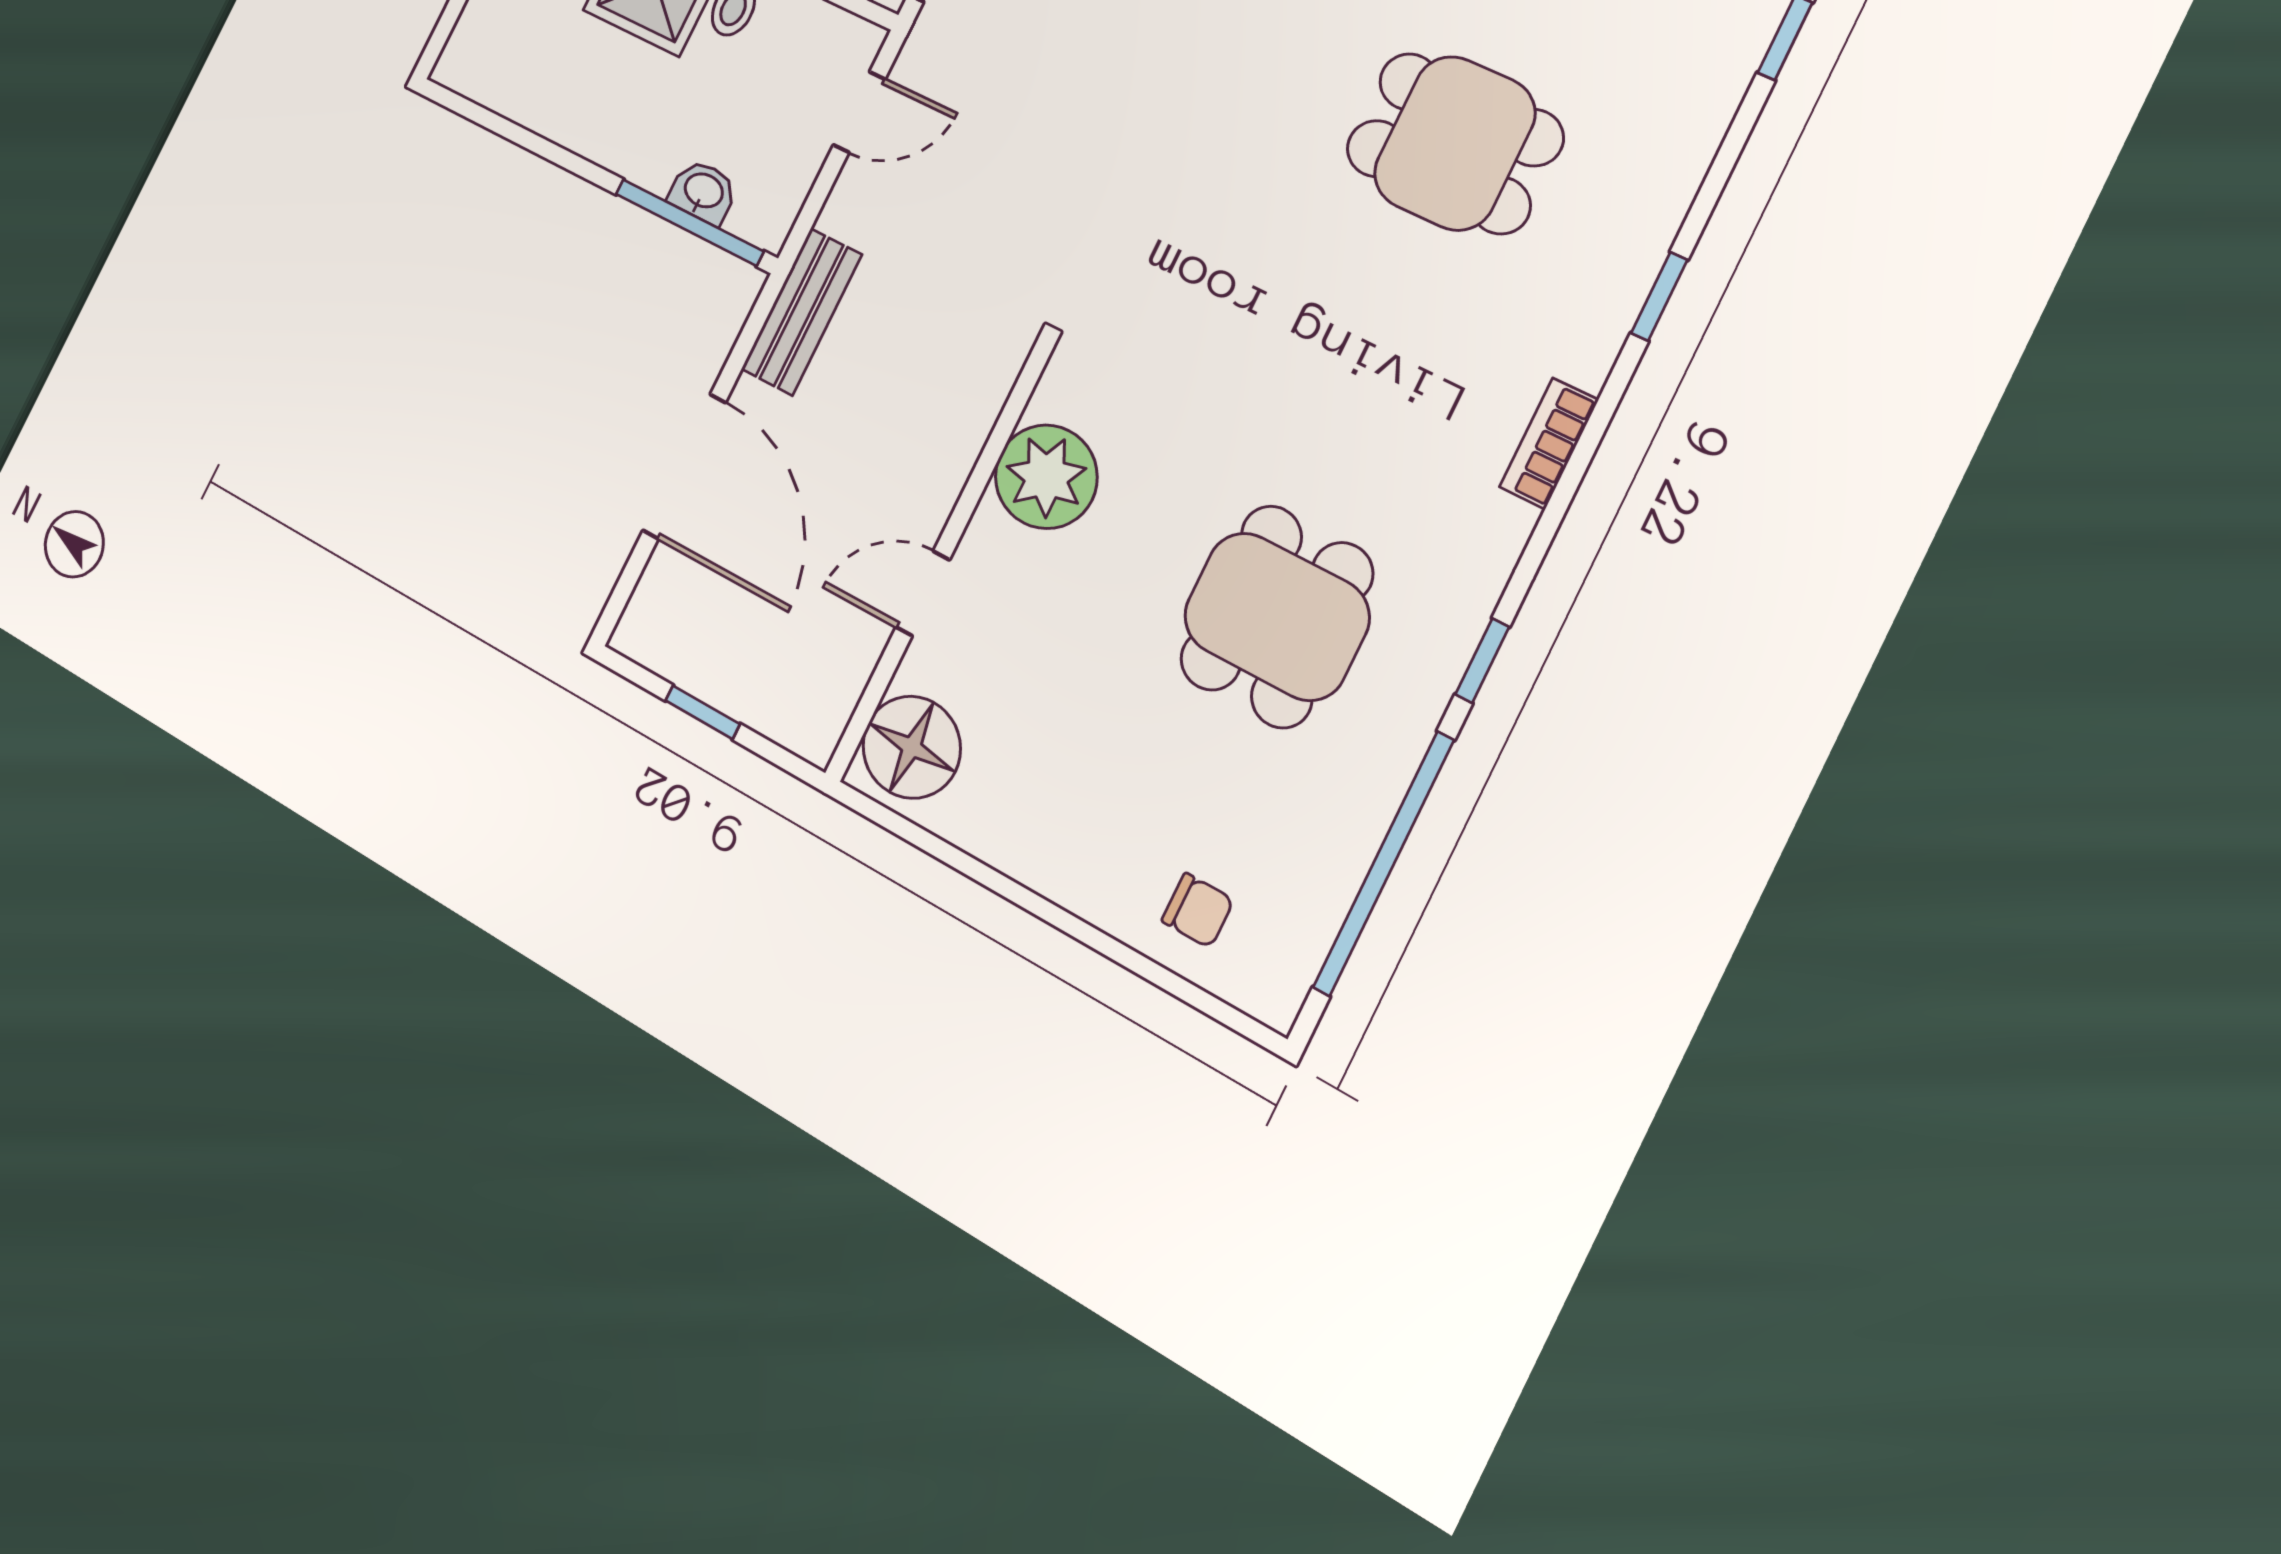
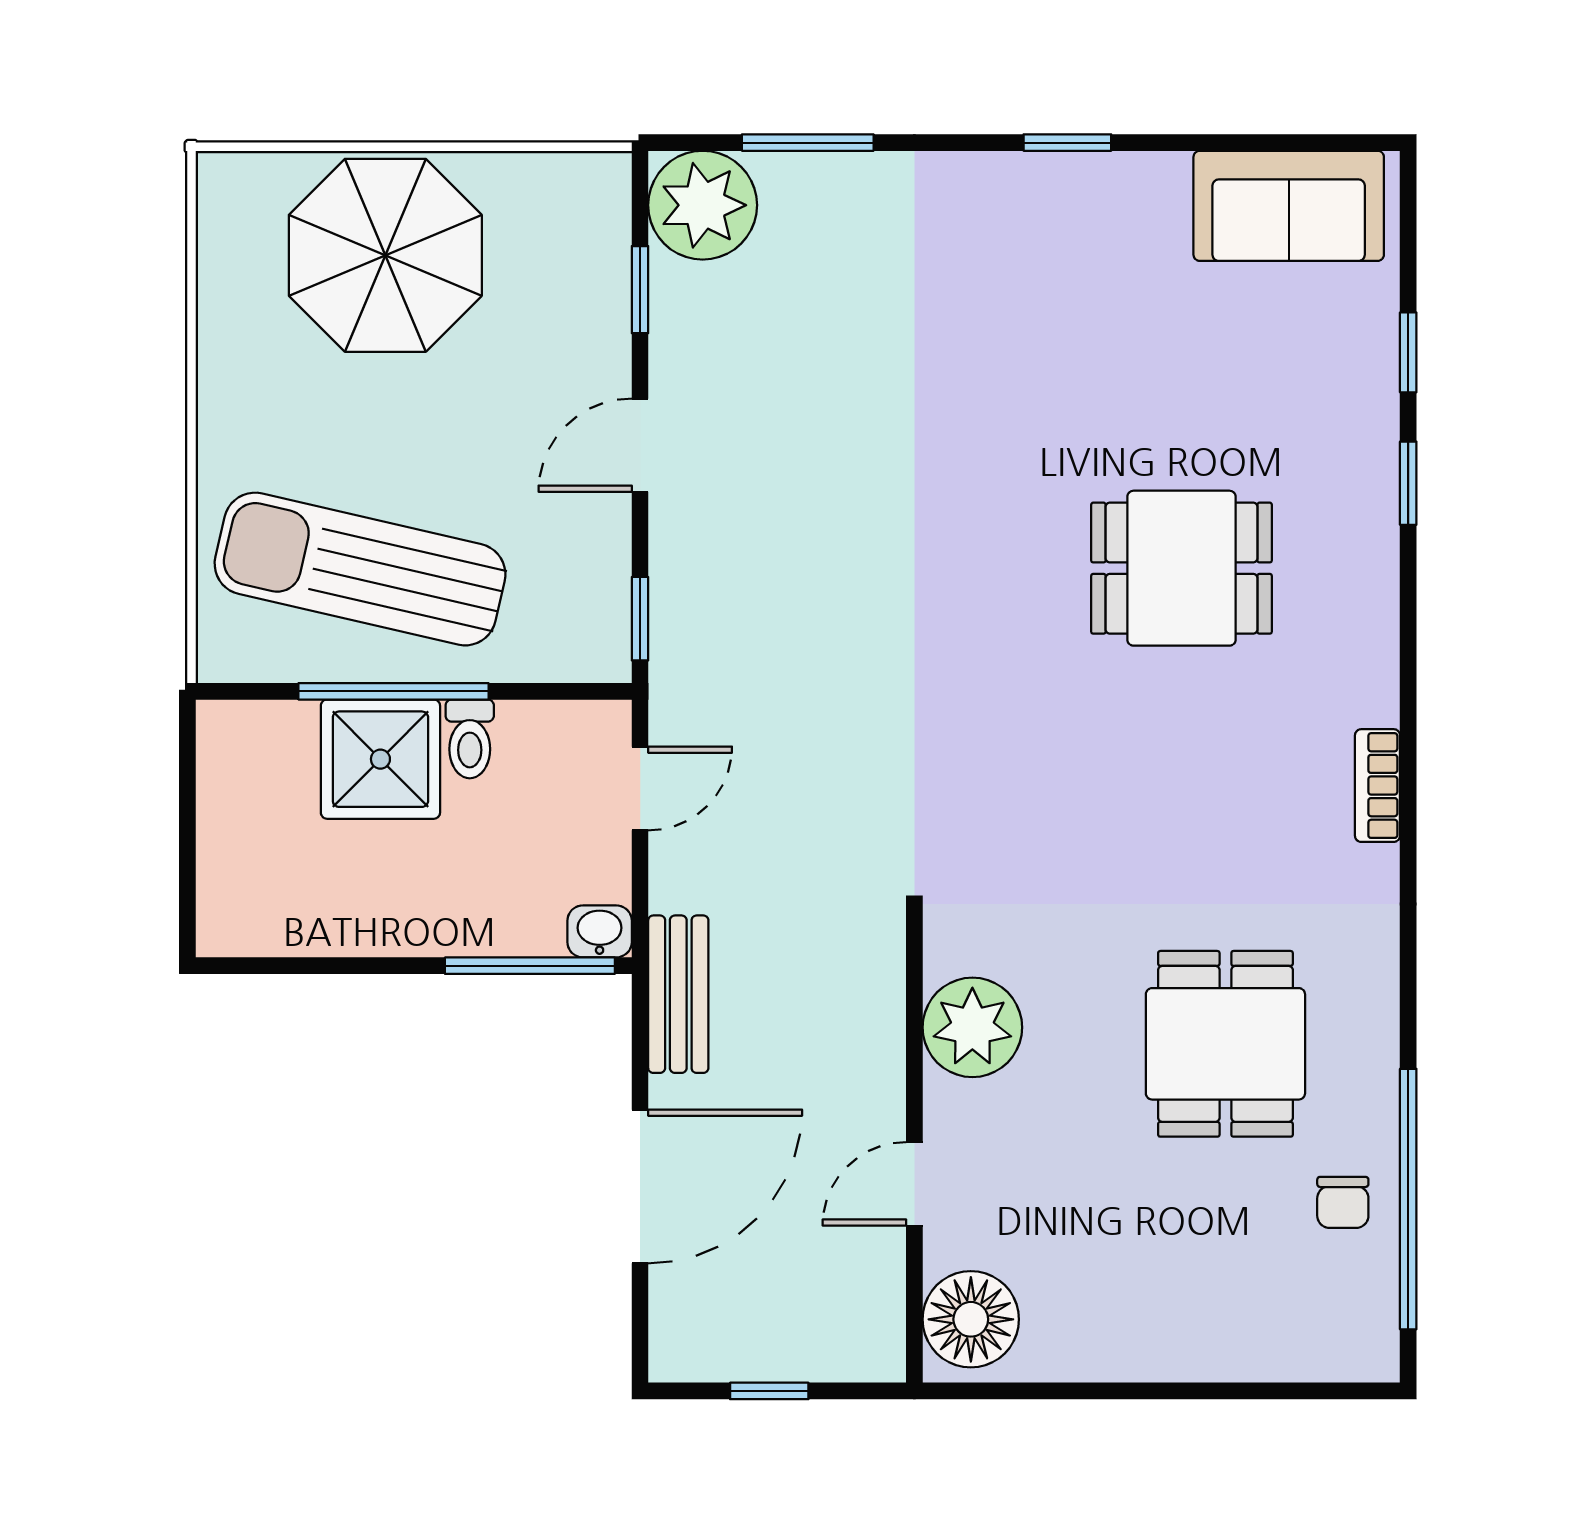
washbasin: (703, 192) -> (600, 931), moved
window: (1659, 297) -> (1408, 483), moved
door: (684, 467) -> (640, 1186), hinge flipped
window: (1482, 661) -> (1408, 992), removed
chair: (1198, 910) -> (1343, 1202), moved, turned 90

